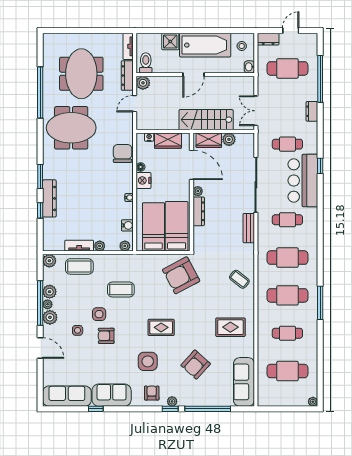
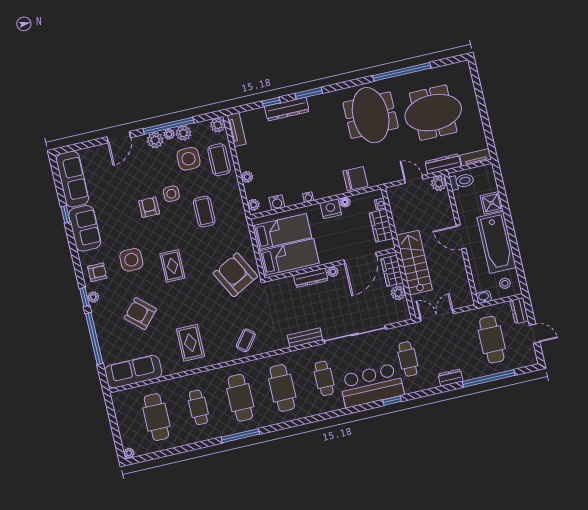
tv unit: (79, 246) -> (237, 130), moved
side table: (78, 330) -> (189, 159), moved, width x1.87, depth x1.87

